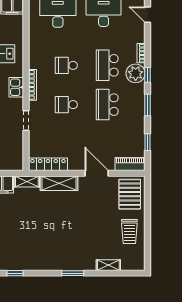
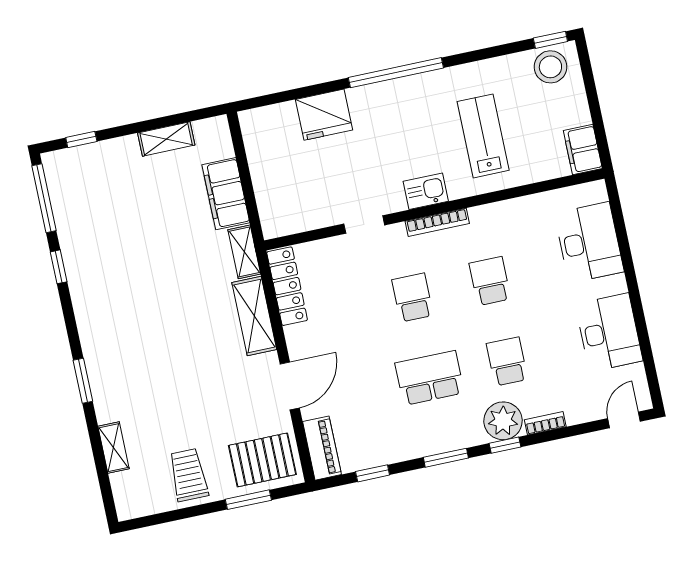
school desk: (107, 65) -> (507, 361), width x0.54
window: (148, 205) -> (248, 500), added
trolley: (129, 232) -> (189, 475), turned 90

